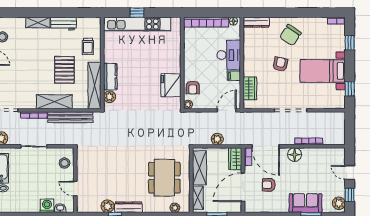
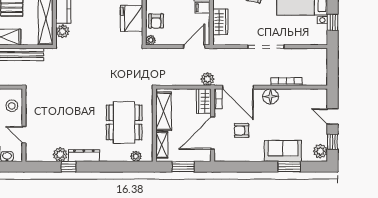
plant: (217, 139) -> (207, 79), moved

